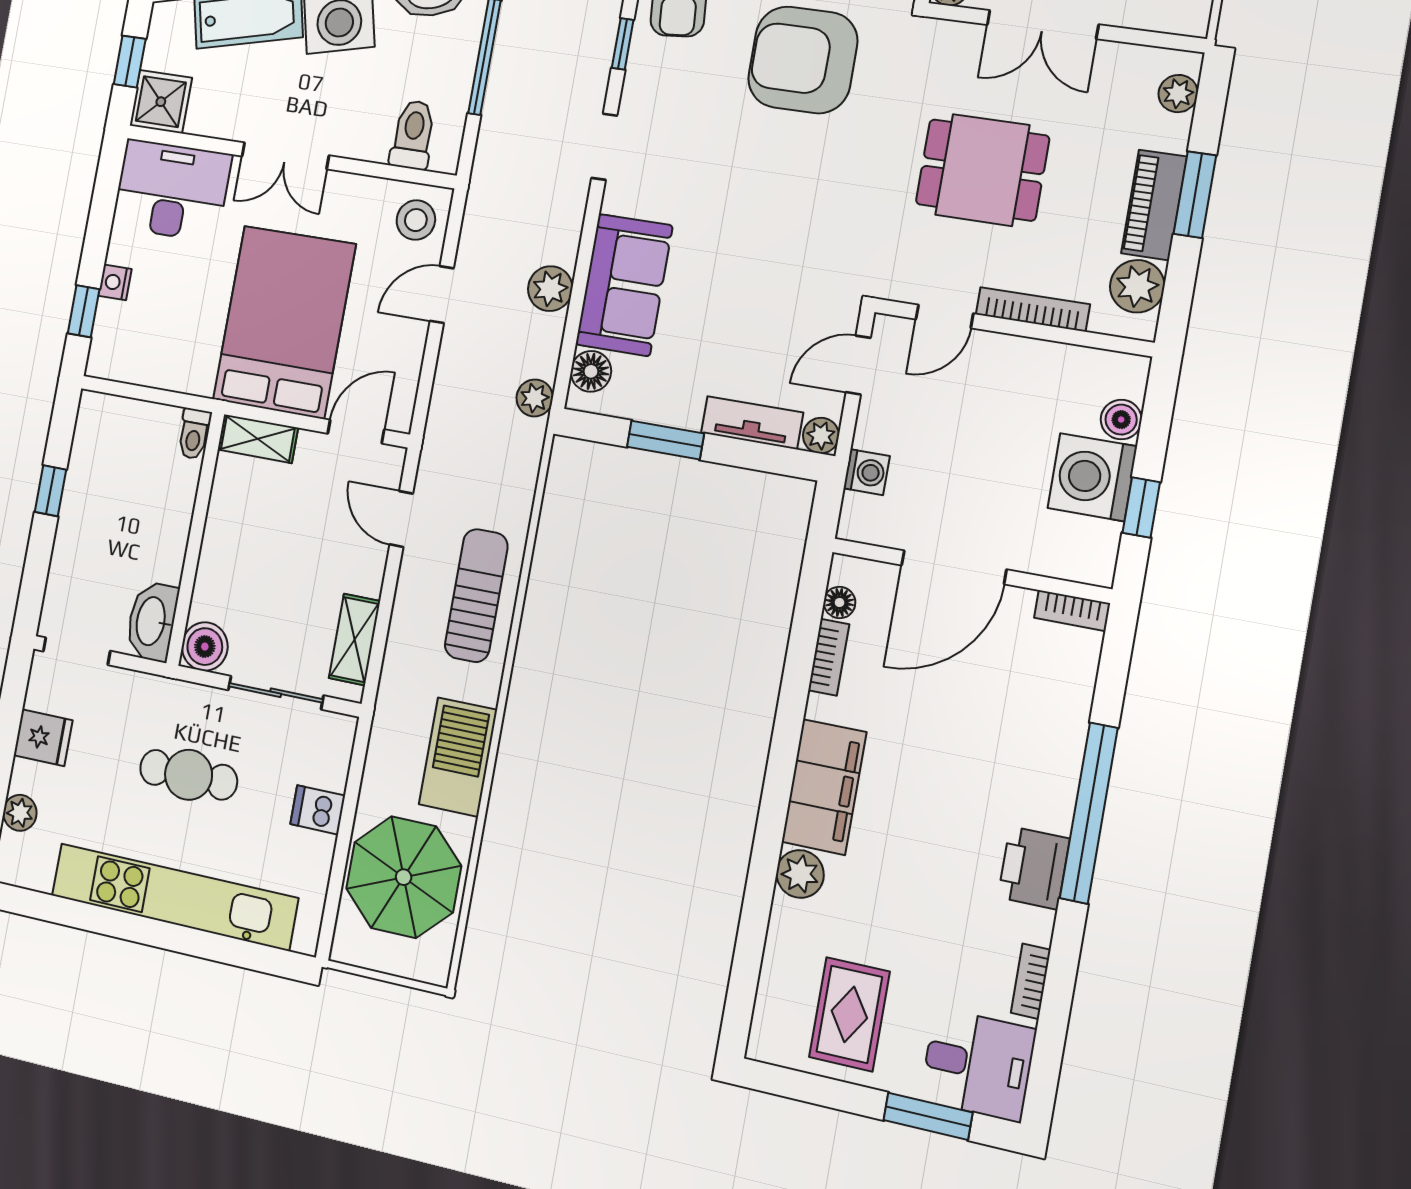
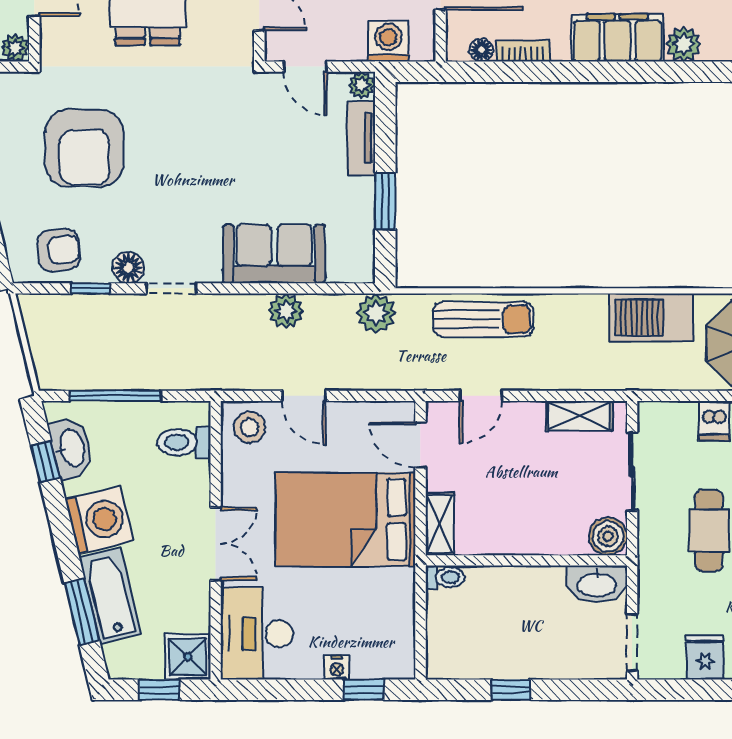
floor lamp: (591, 371) -> (128, 268), moved
plant: (535, 398) -> (376, 313), width x1.38, depth x1.38
washing machine: (867, 472) -> (388, 41), width x1.38, depth x1.38
sun lounger: (476, 596) -> (483, 319), moved, turned 180

